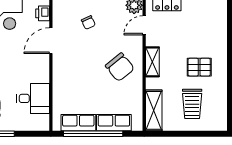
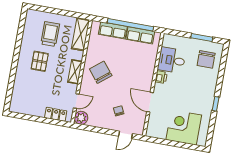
printer: (43, 13) -> (161, 77), moved
door: (51, 41) -> (150, 102), swing flipped
pallet: (199, 67) -> (40, 61), turned 90

